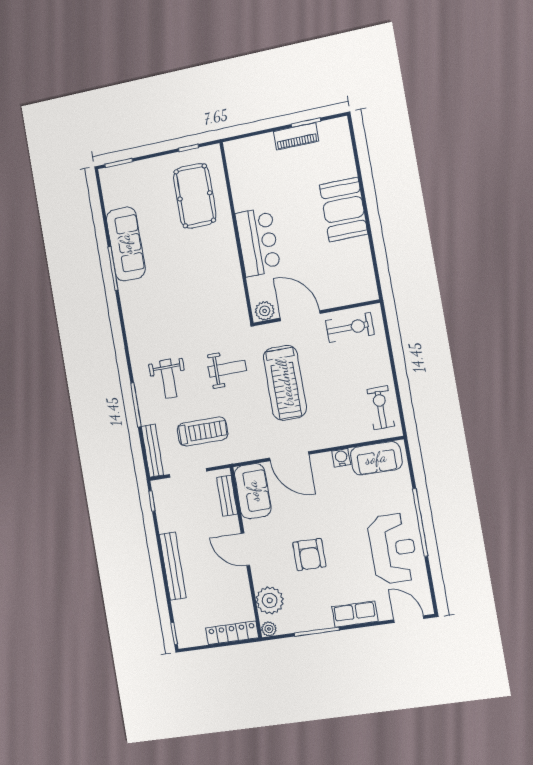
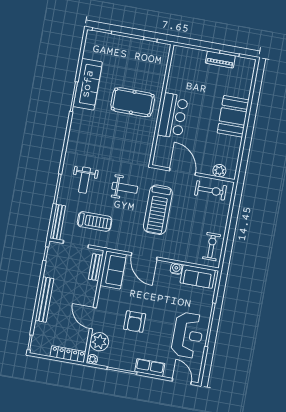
pool table: (195, 196) -> (133, 102), moved, turned 90
plant: (265, 311) -> (219, 171), moved
door: (245, 549) -> (93, 318), moved

